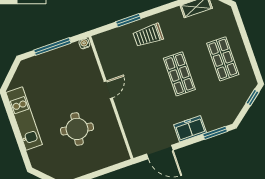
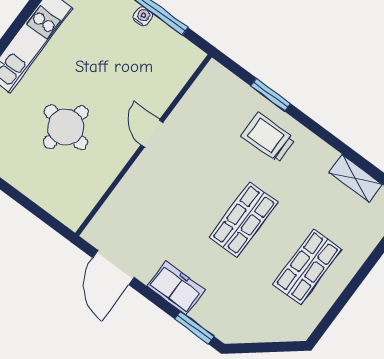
water cooler: (84, 44) -> (143, 16), moved
door: (108, 90) -> (152, 134), swing flipped
window: (253, 98) -> (281, 347), removed

